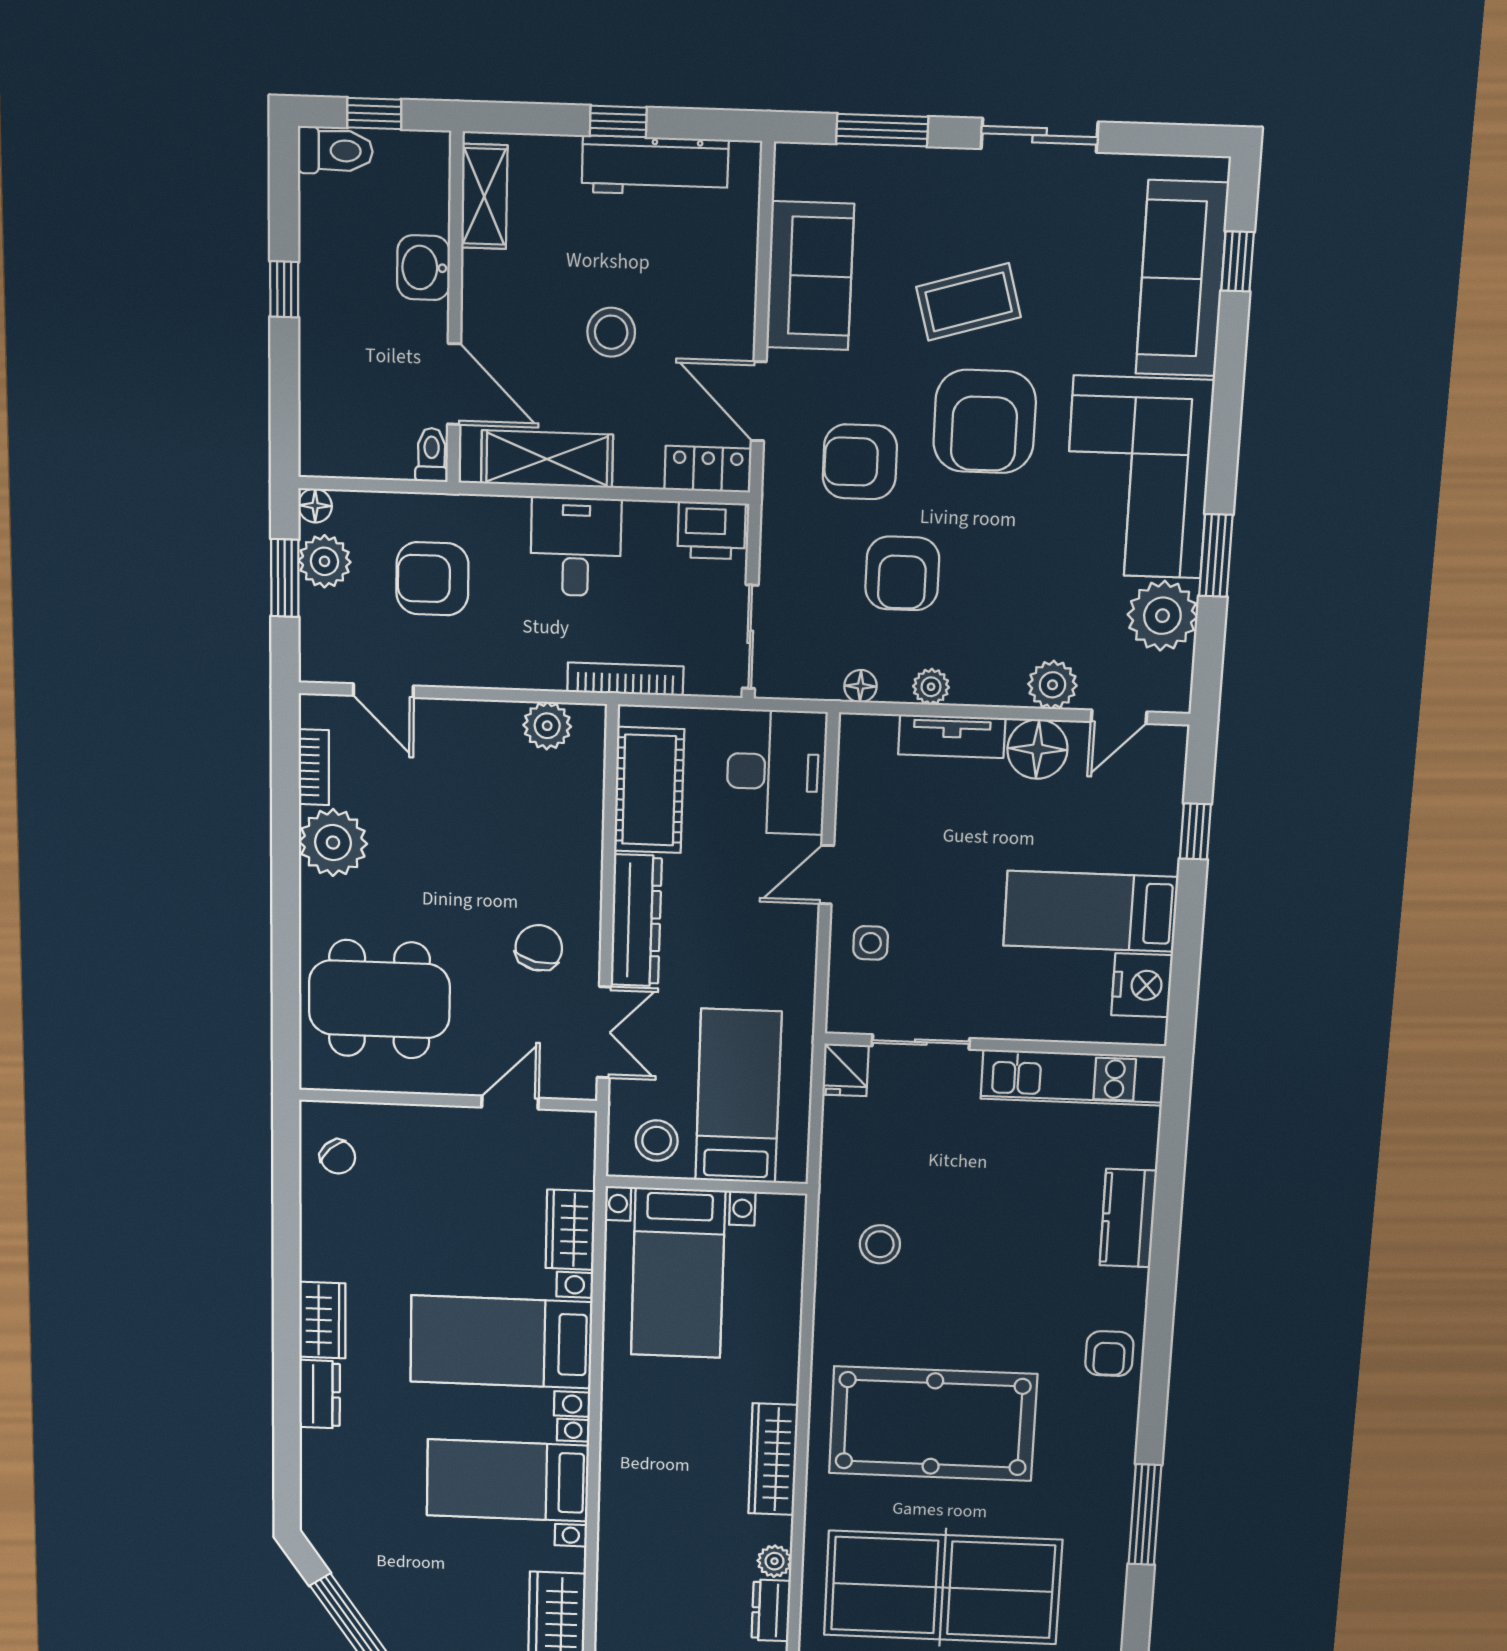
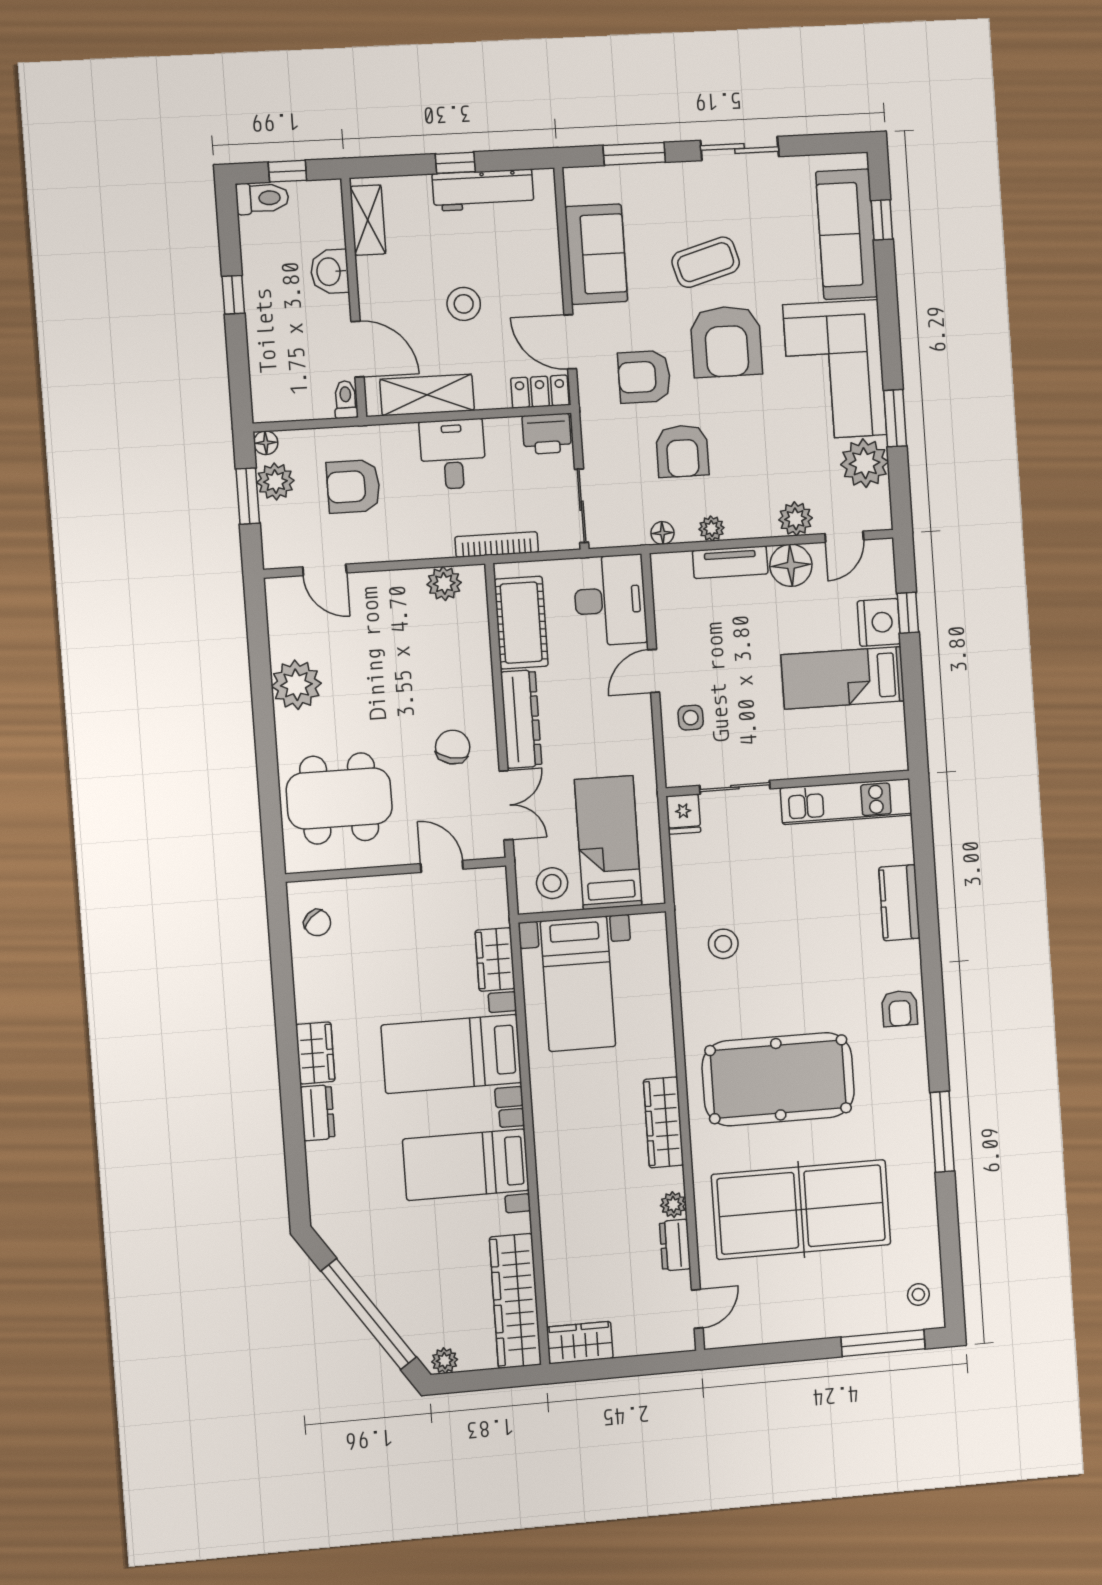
bookcase: (314, 767) -> (278, 631), removed
nightstand: (1142, 985) -> (879, 622), moved
door: (510, 1103) -> (442, 866), hinge flipped

